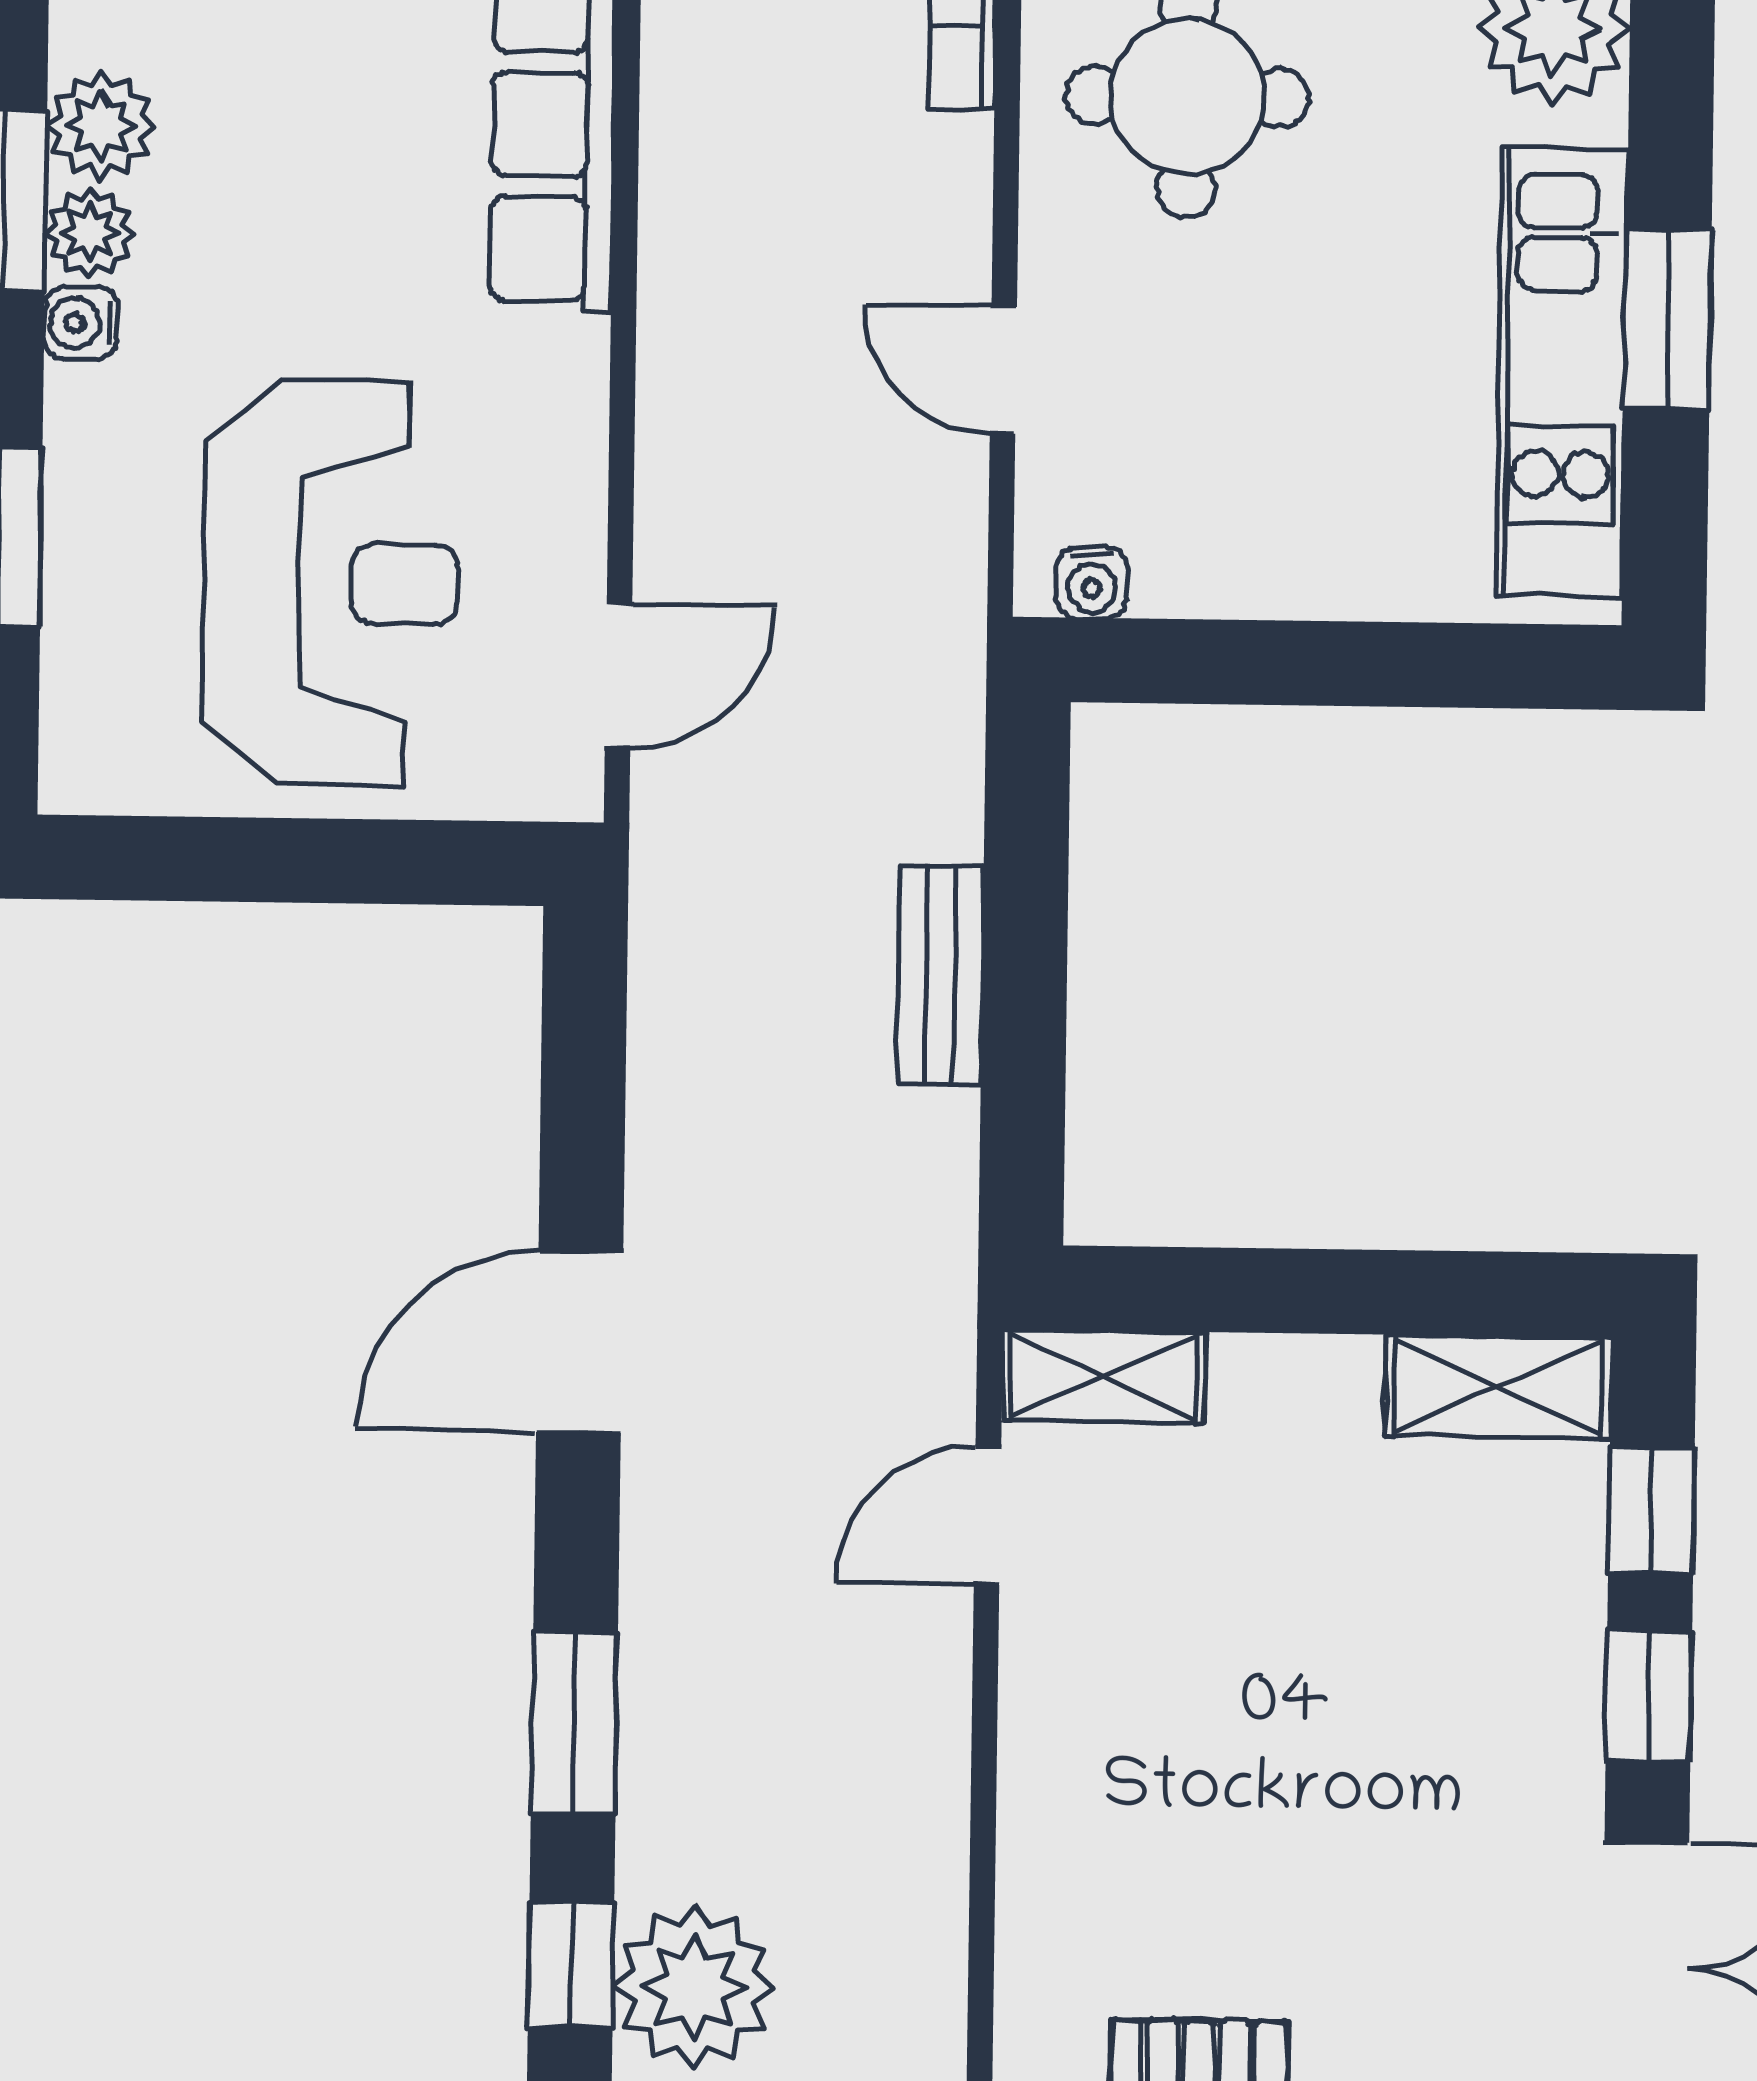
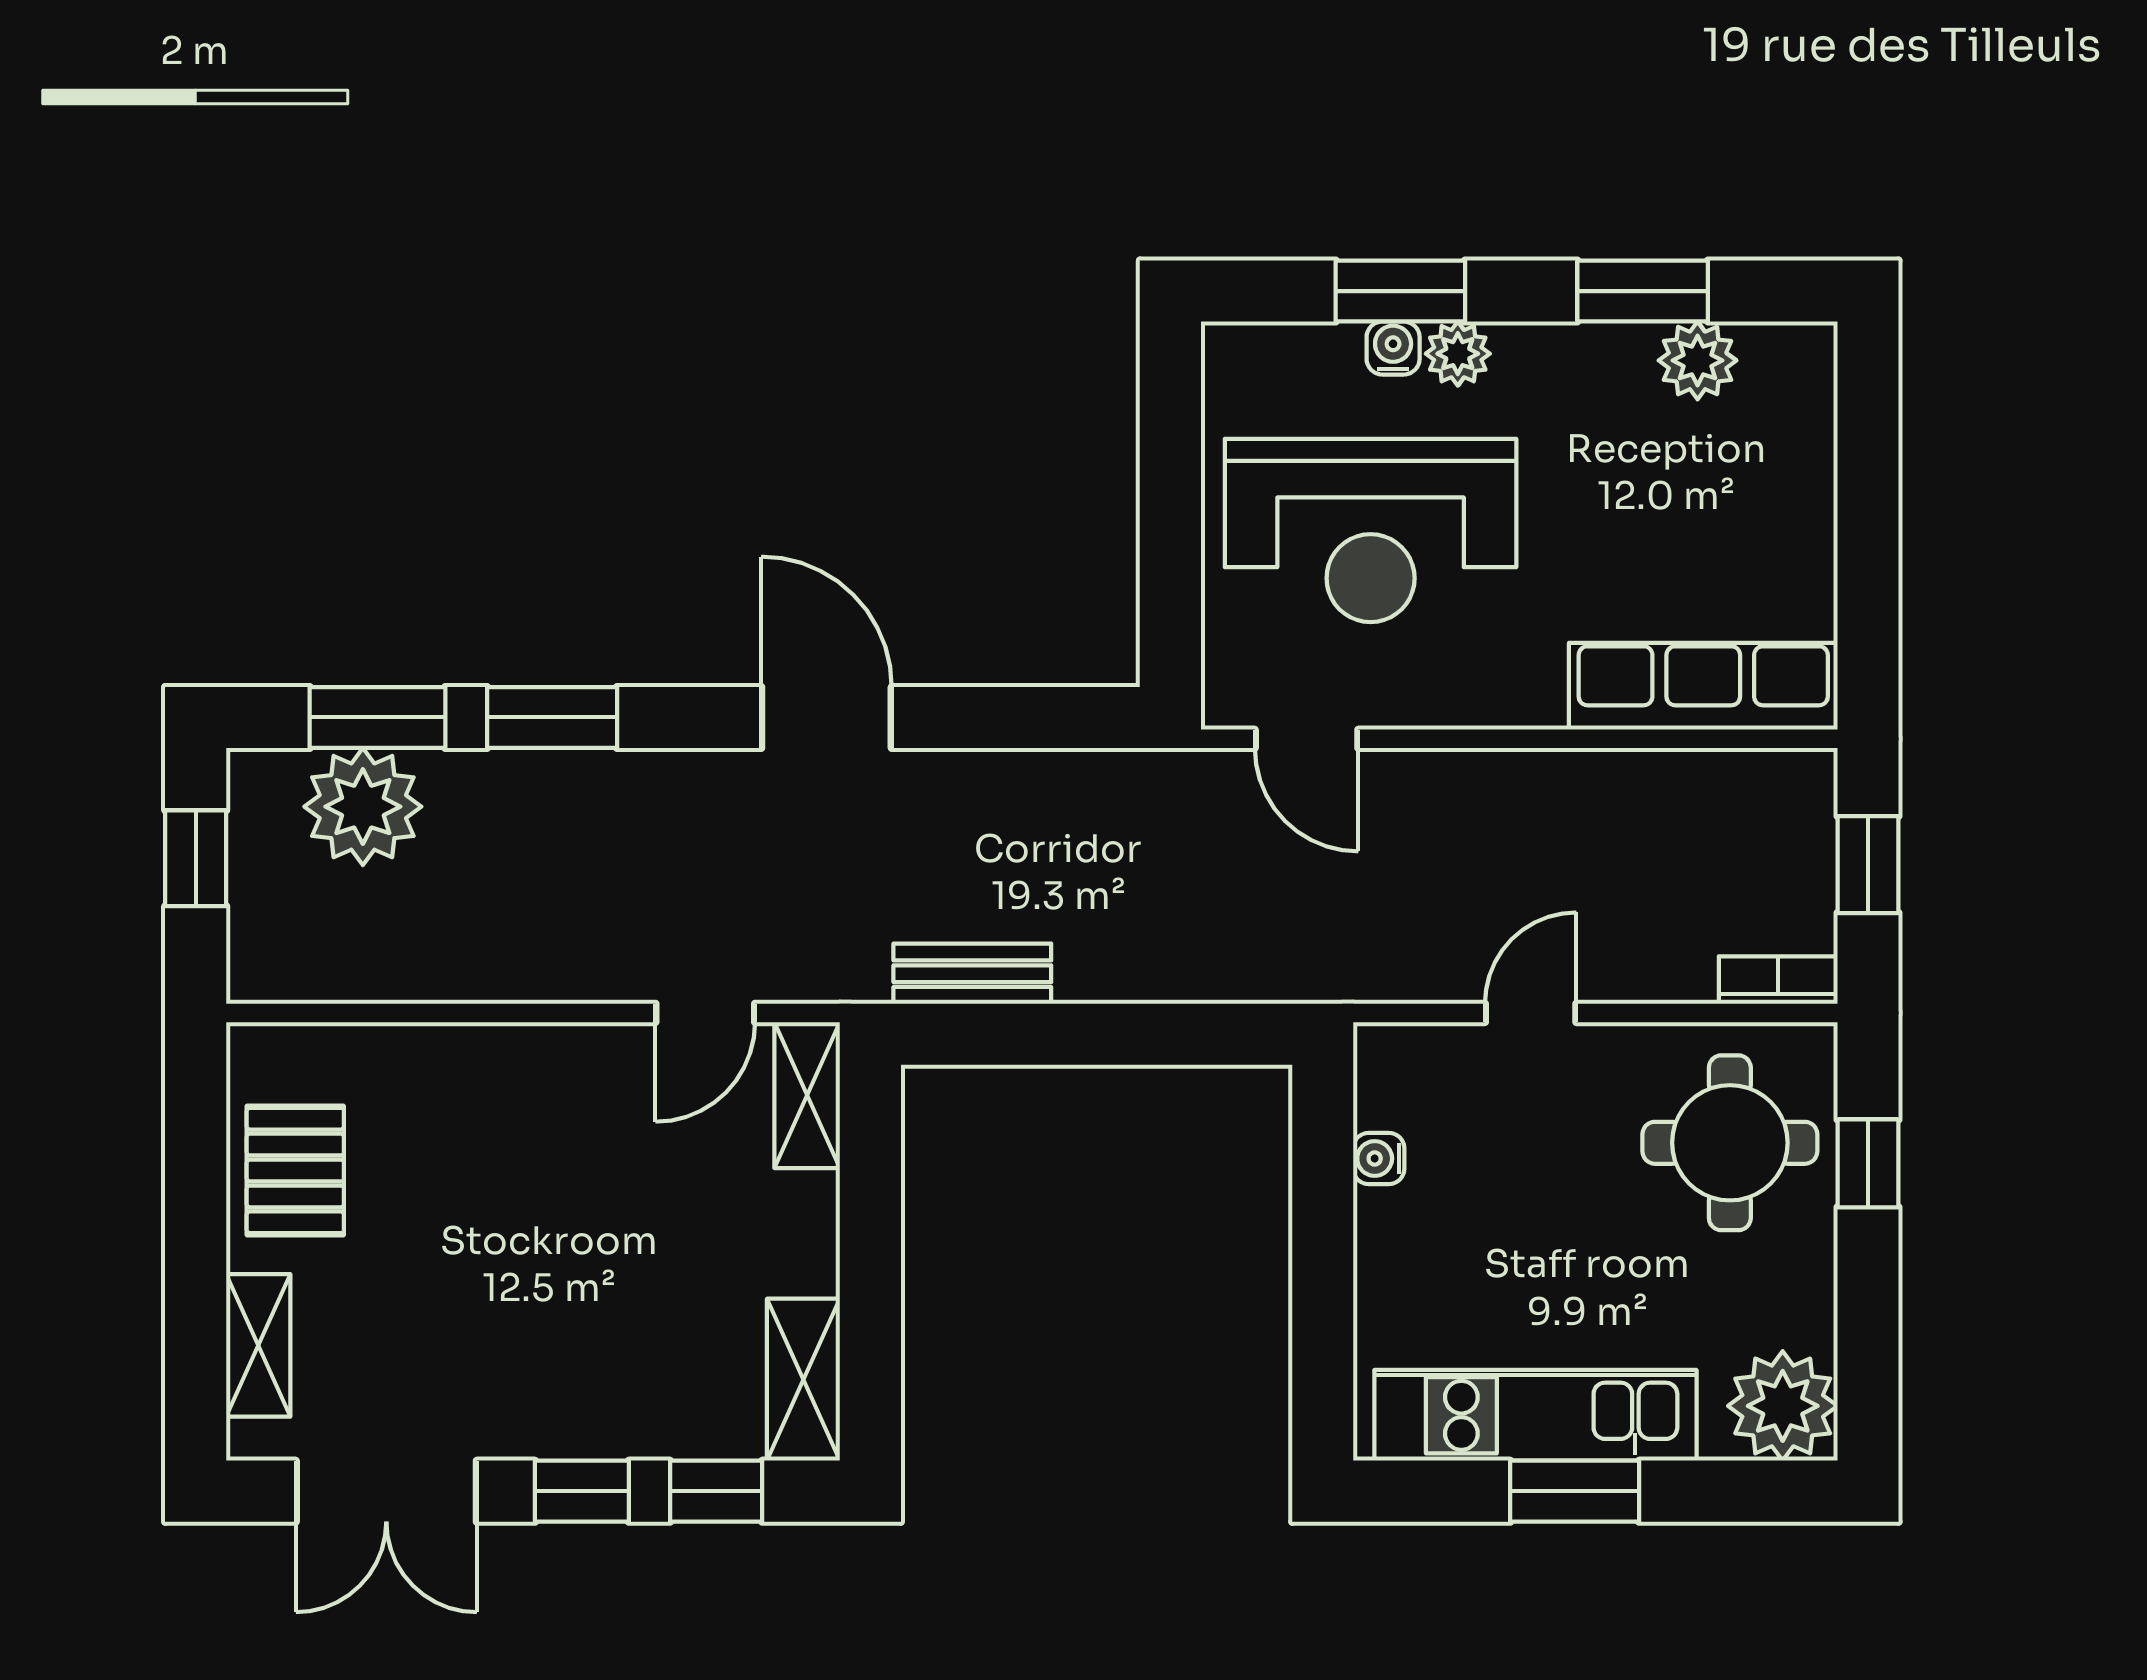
plant: (90, 233) -> (1458, 354), moved
water cooler: (81, 323) -> (1393, 348), moved
water cooler: (1092, 582) -> (1379, 1159), moved
bench: (940, 975) -> (972, 974), moved
door: (987, 1516) -> (705, 1013), swing flipped
window: (571, 1965) -> (378, 717), width x1.50

